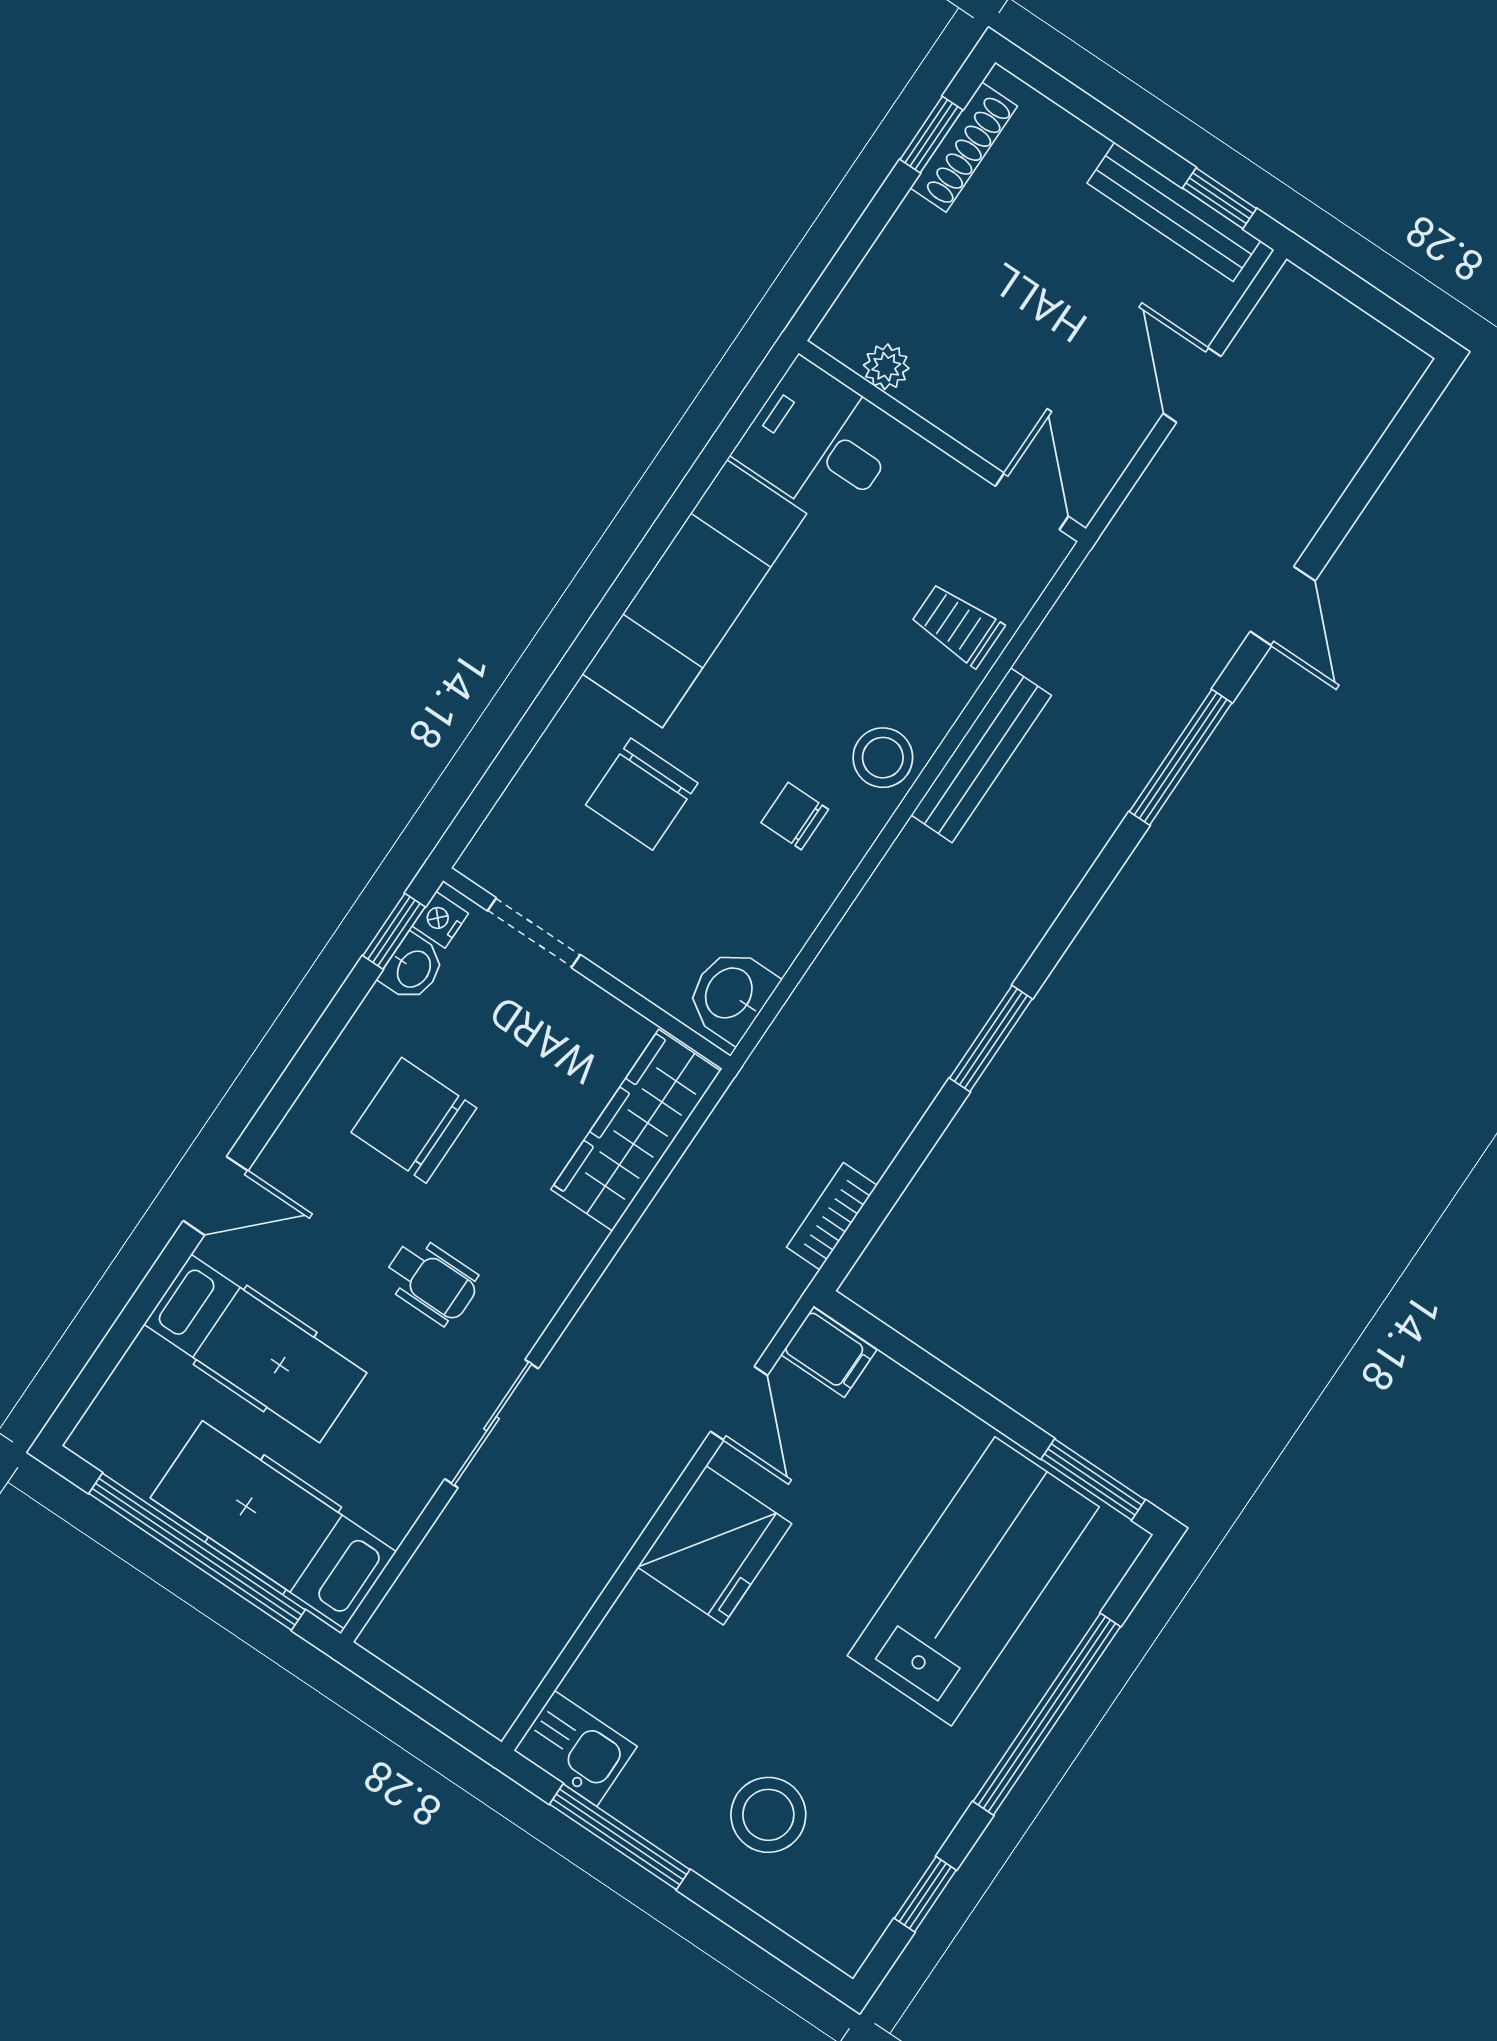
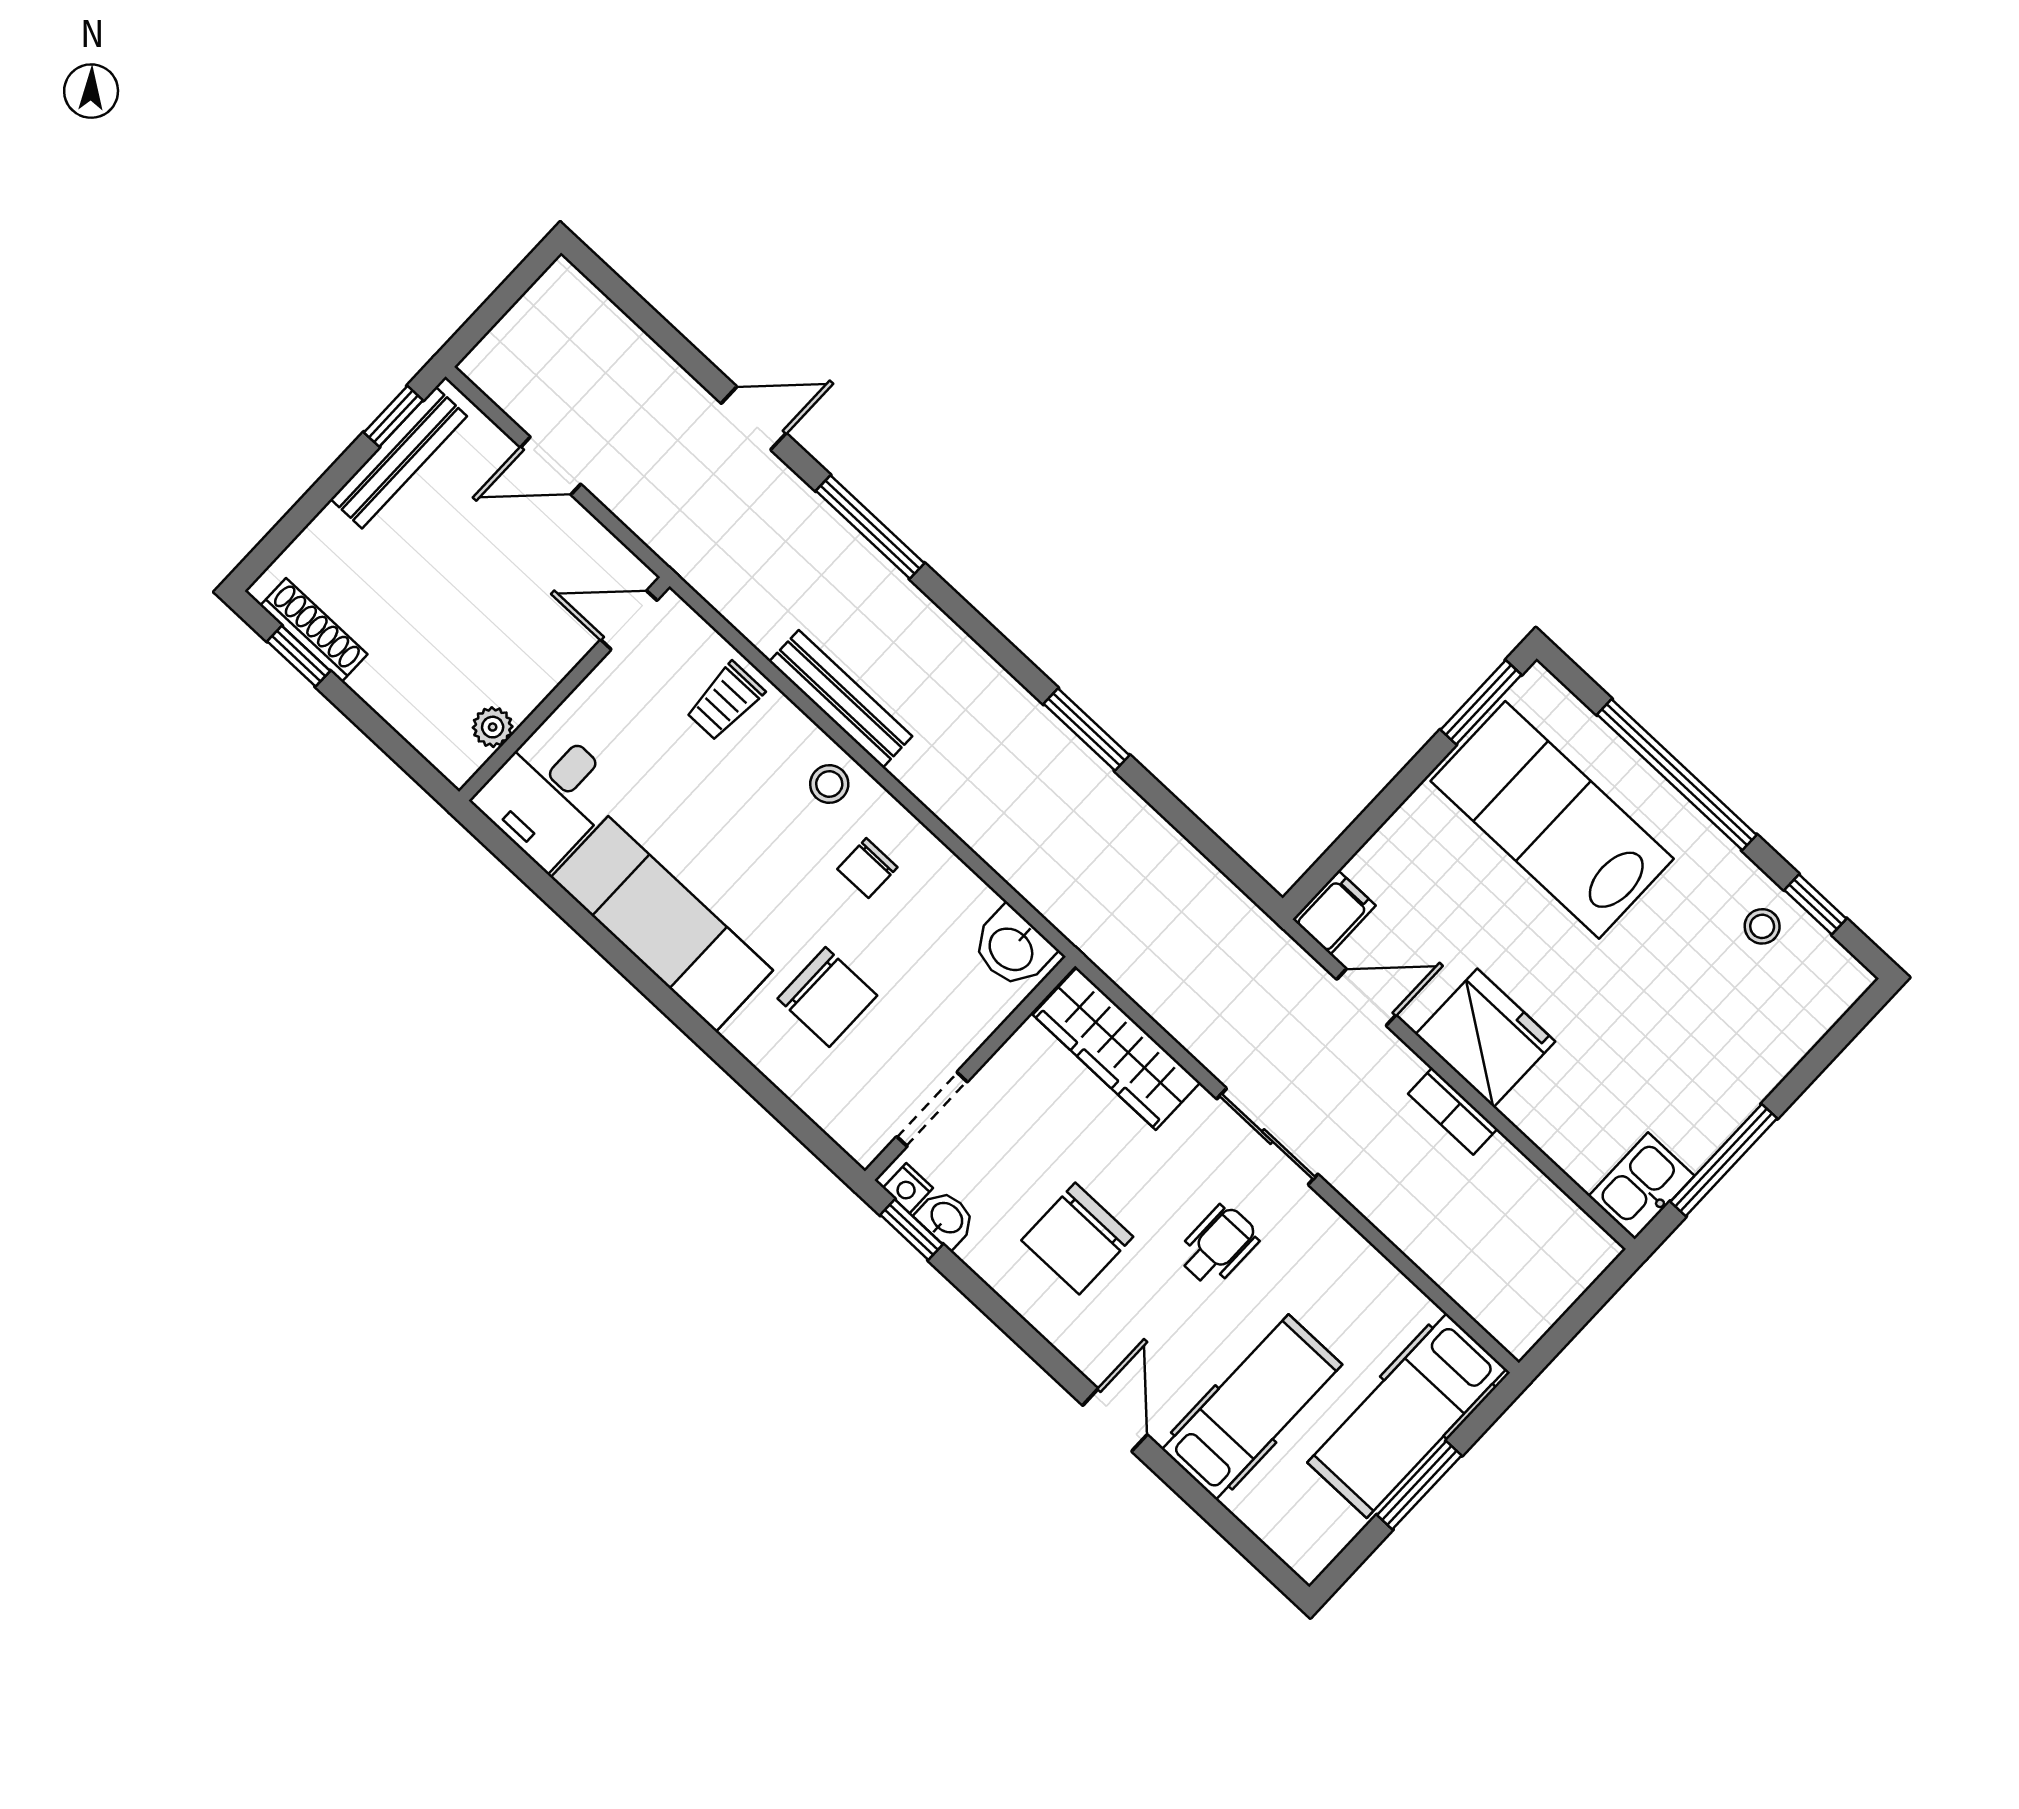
stool: (883, 758) -> (829, 784), width x0.73, depth x0.73
bookcase: (832, 1216) -> (1453, 1111), moved
sliding door: (491, 1424) -> (1267, 1137), moved
window: (197, 1552) -> (1419, 1485), width x0.47
stool: (768, 1815) -> (1762, 926), moved, width x0.53, depth x0.53

